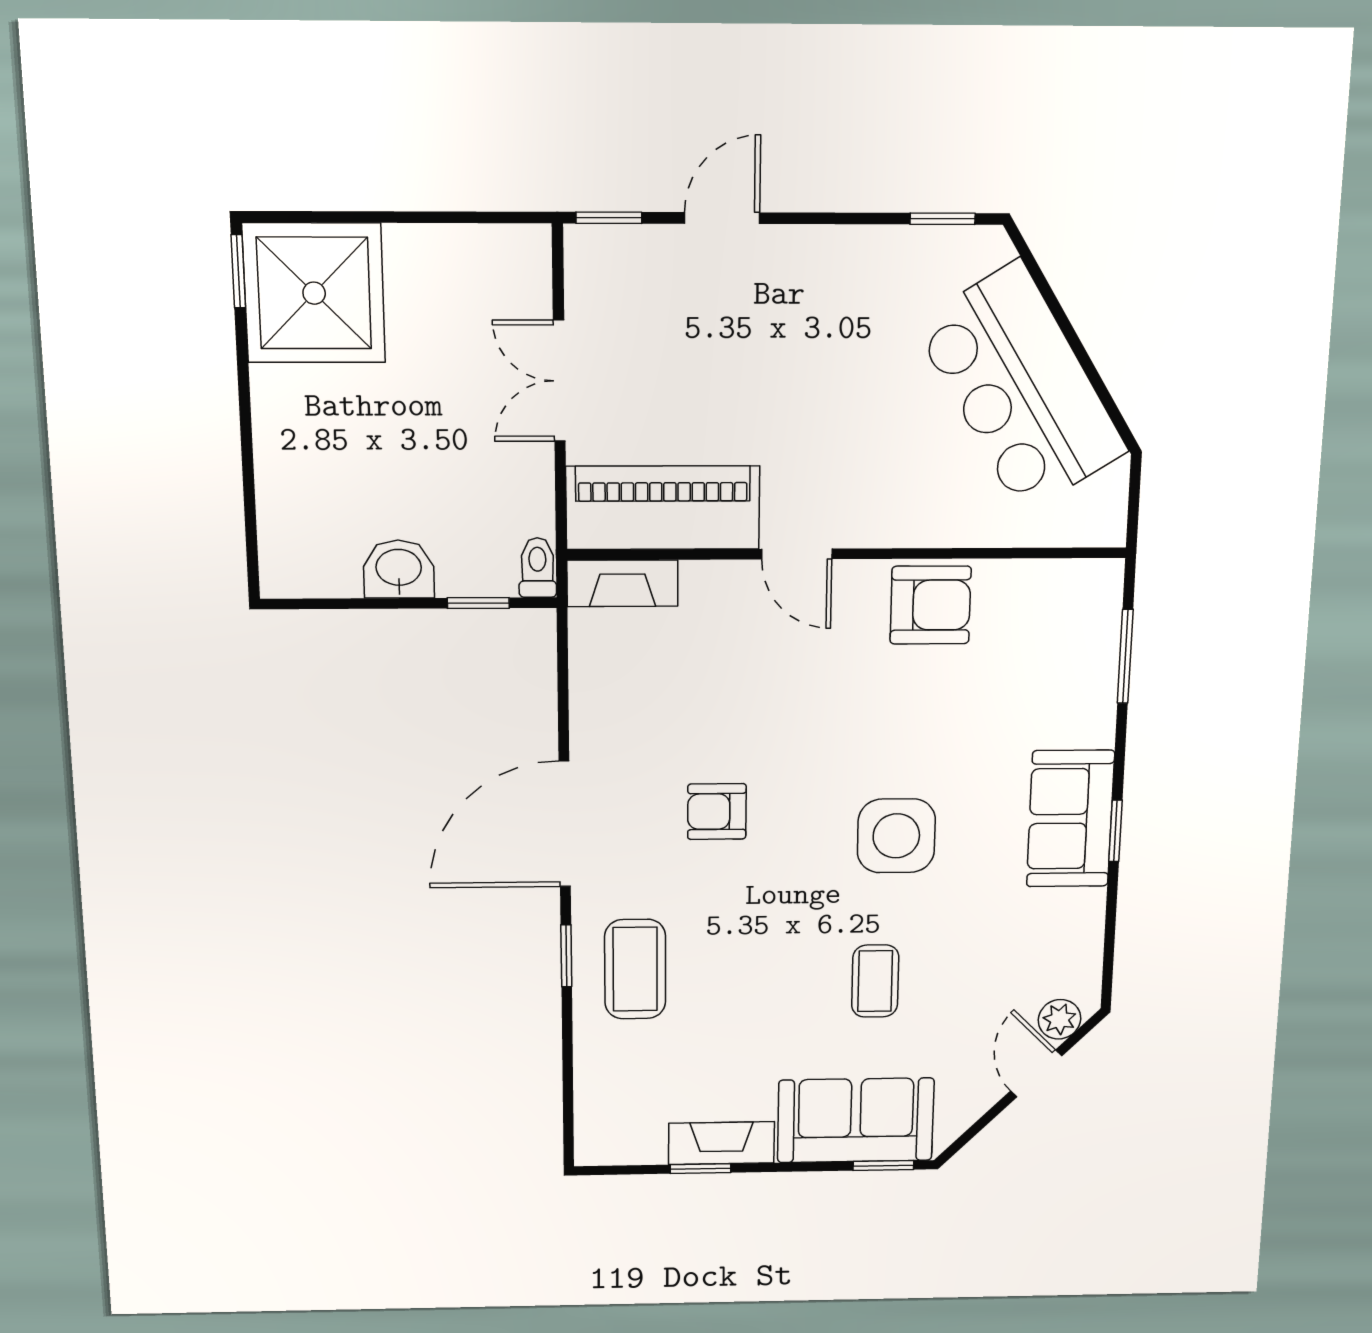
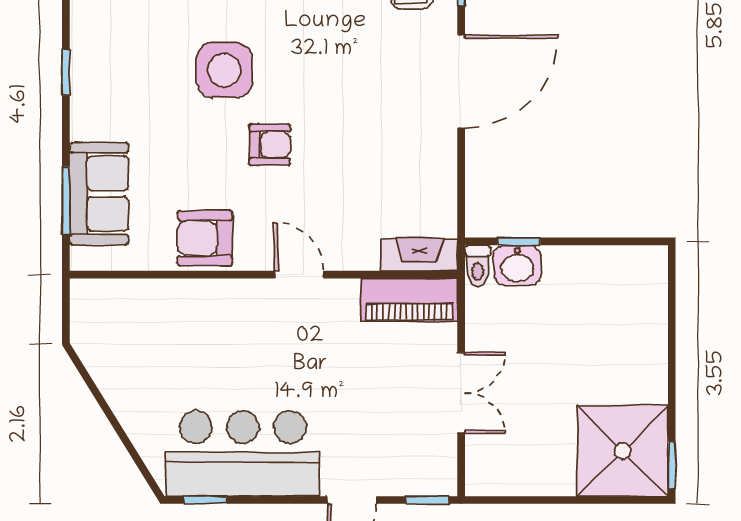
bar counter: (1021, 388) -> (243, 454), moved, turned -58
piano: (663, 508) -> (409, 300), width x0.73, depth x0.75
washbasin: (399, 569) -> (517, 265), moved
armchair: (717, 812) -> (270, 145), moved
sofa: (1070, 819) -> (99, 194), moved

